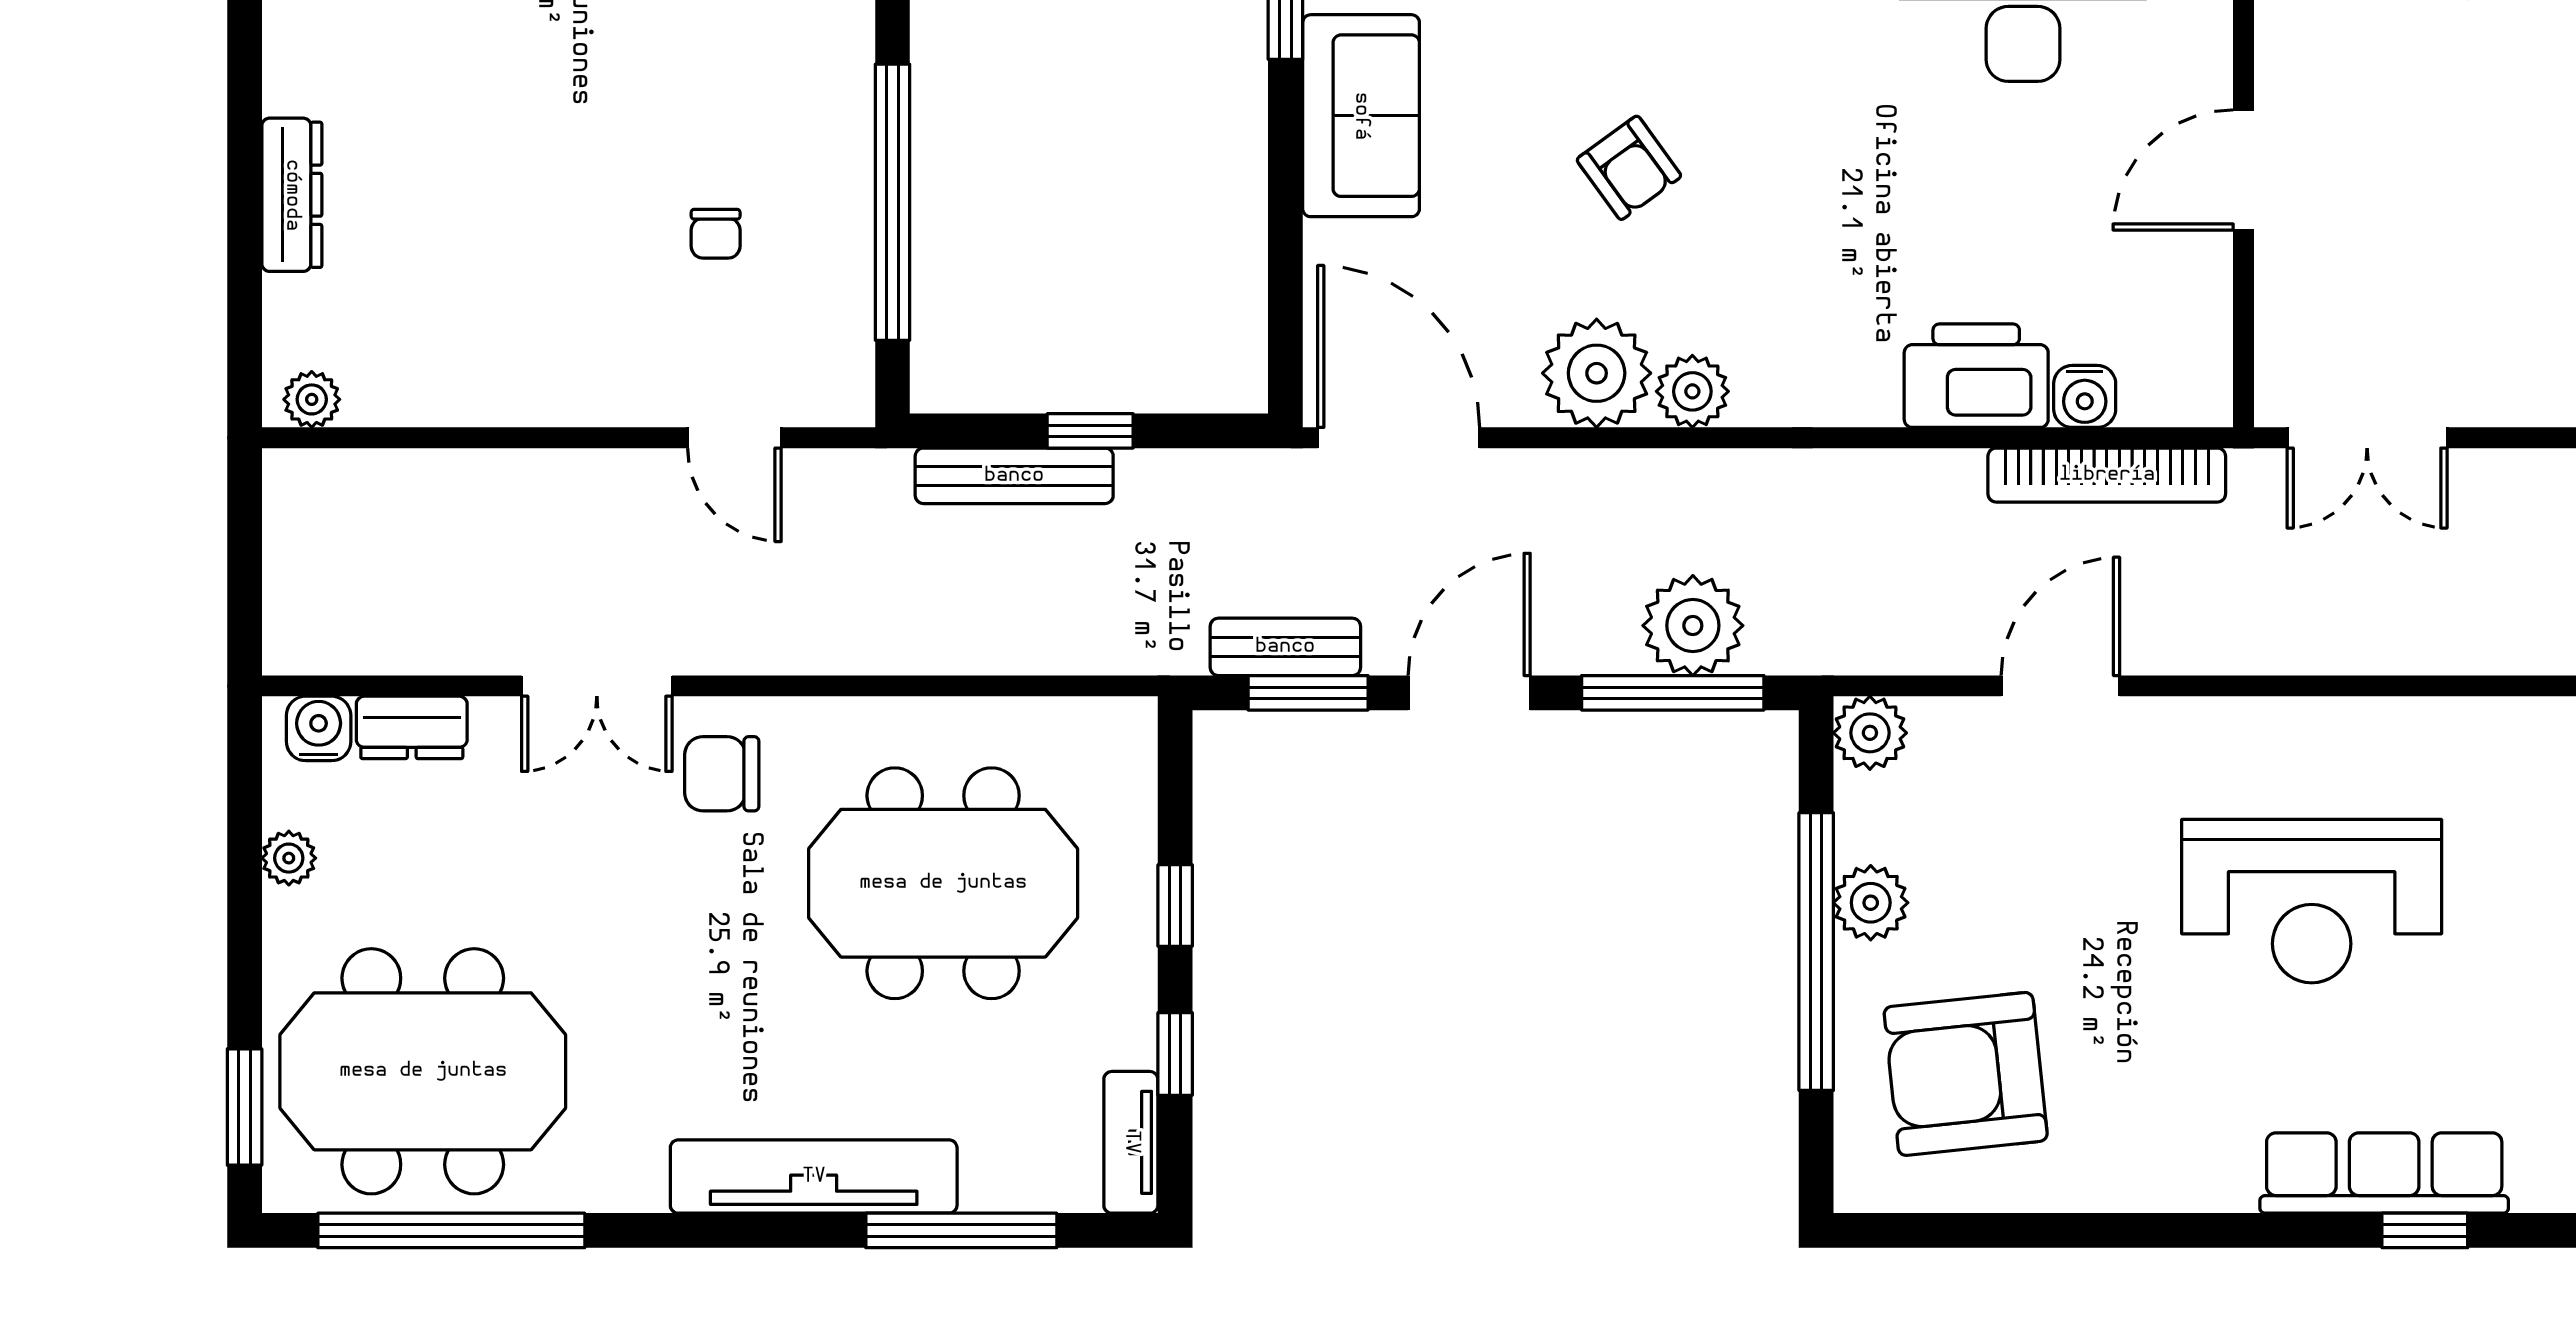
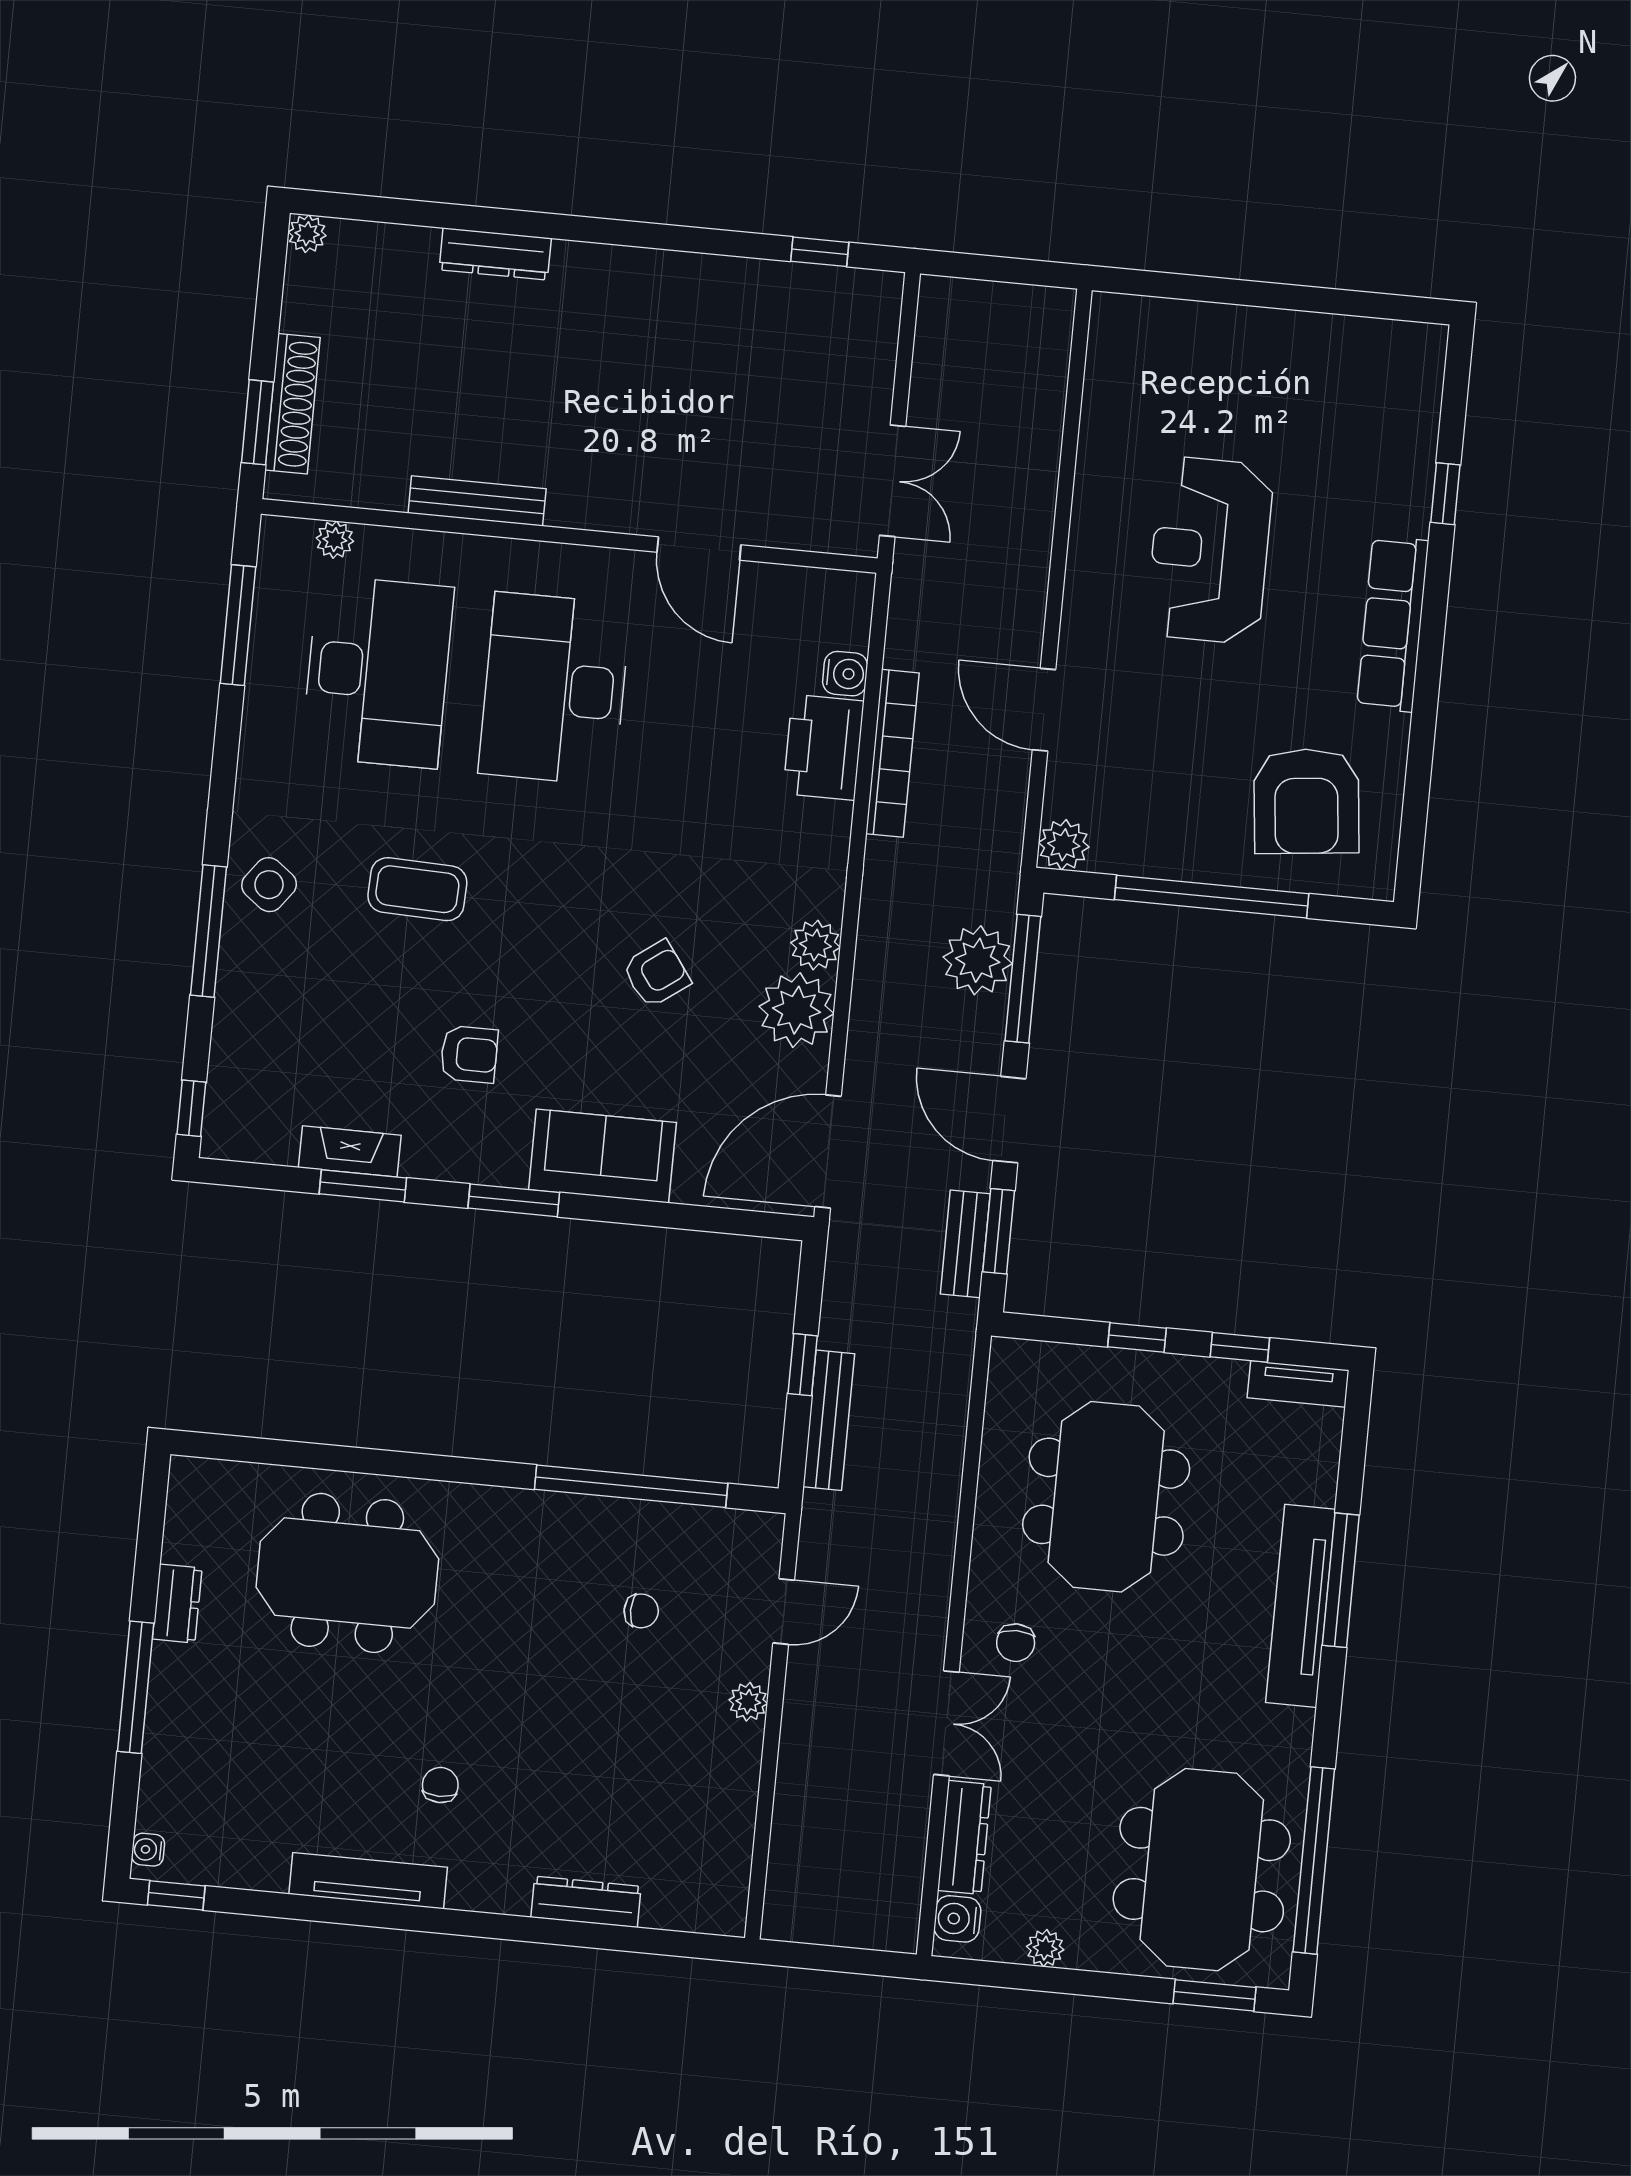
plant: (312, 399) -> (748, 1702), moved
bookcase: (2107, 475) -> (892, 753), moved
dresser: (412, 727) -> (964, 1837), width x1.44
chair: (722, 774) -> (1016, 1643), width x0.73, depth x0.73
reception desk: (2312, 901) -> (1210, 550), turned 180
plant: (1871, 903) -> (1181, 856), removed
row of seats: (2384, 1173) -> (1393, 624), moved
window: (961, 1230) -> (1341, 1580), moved

